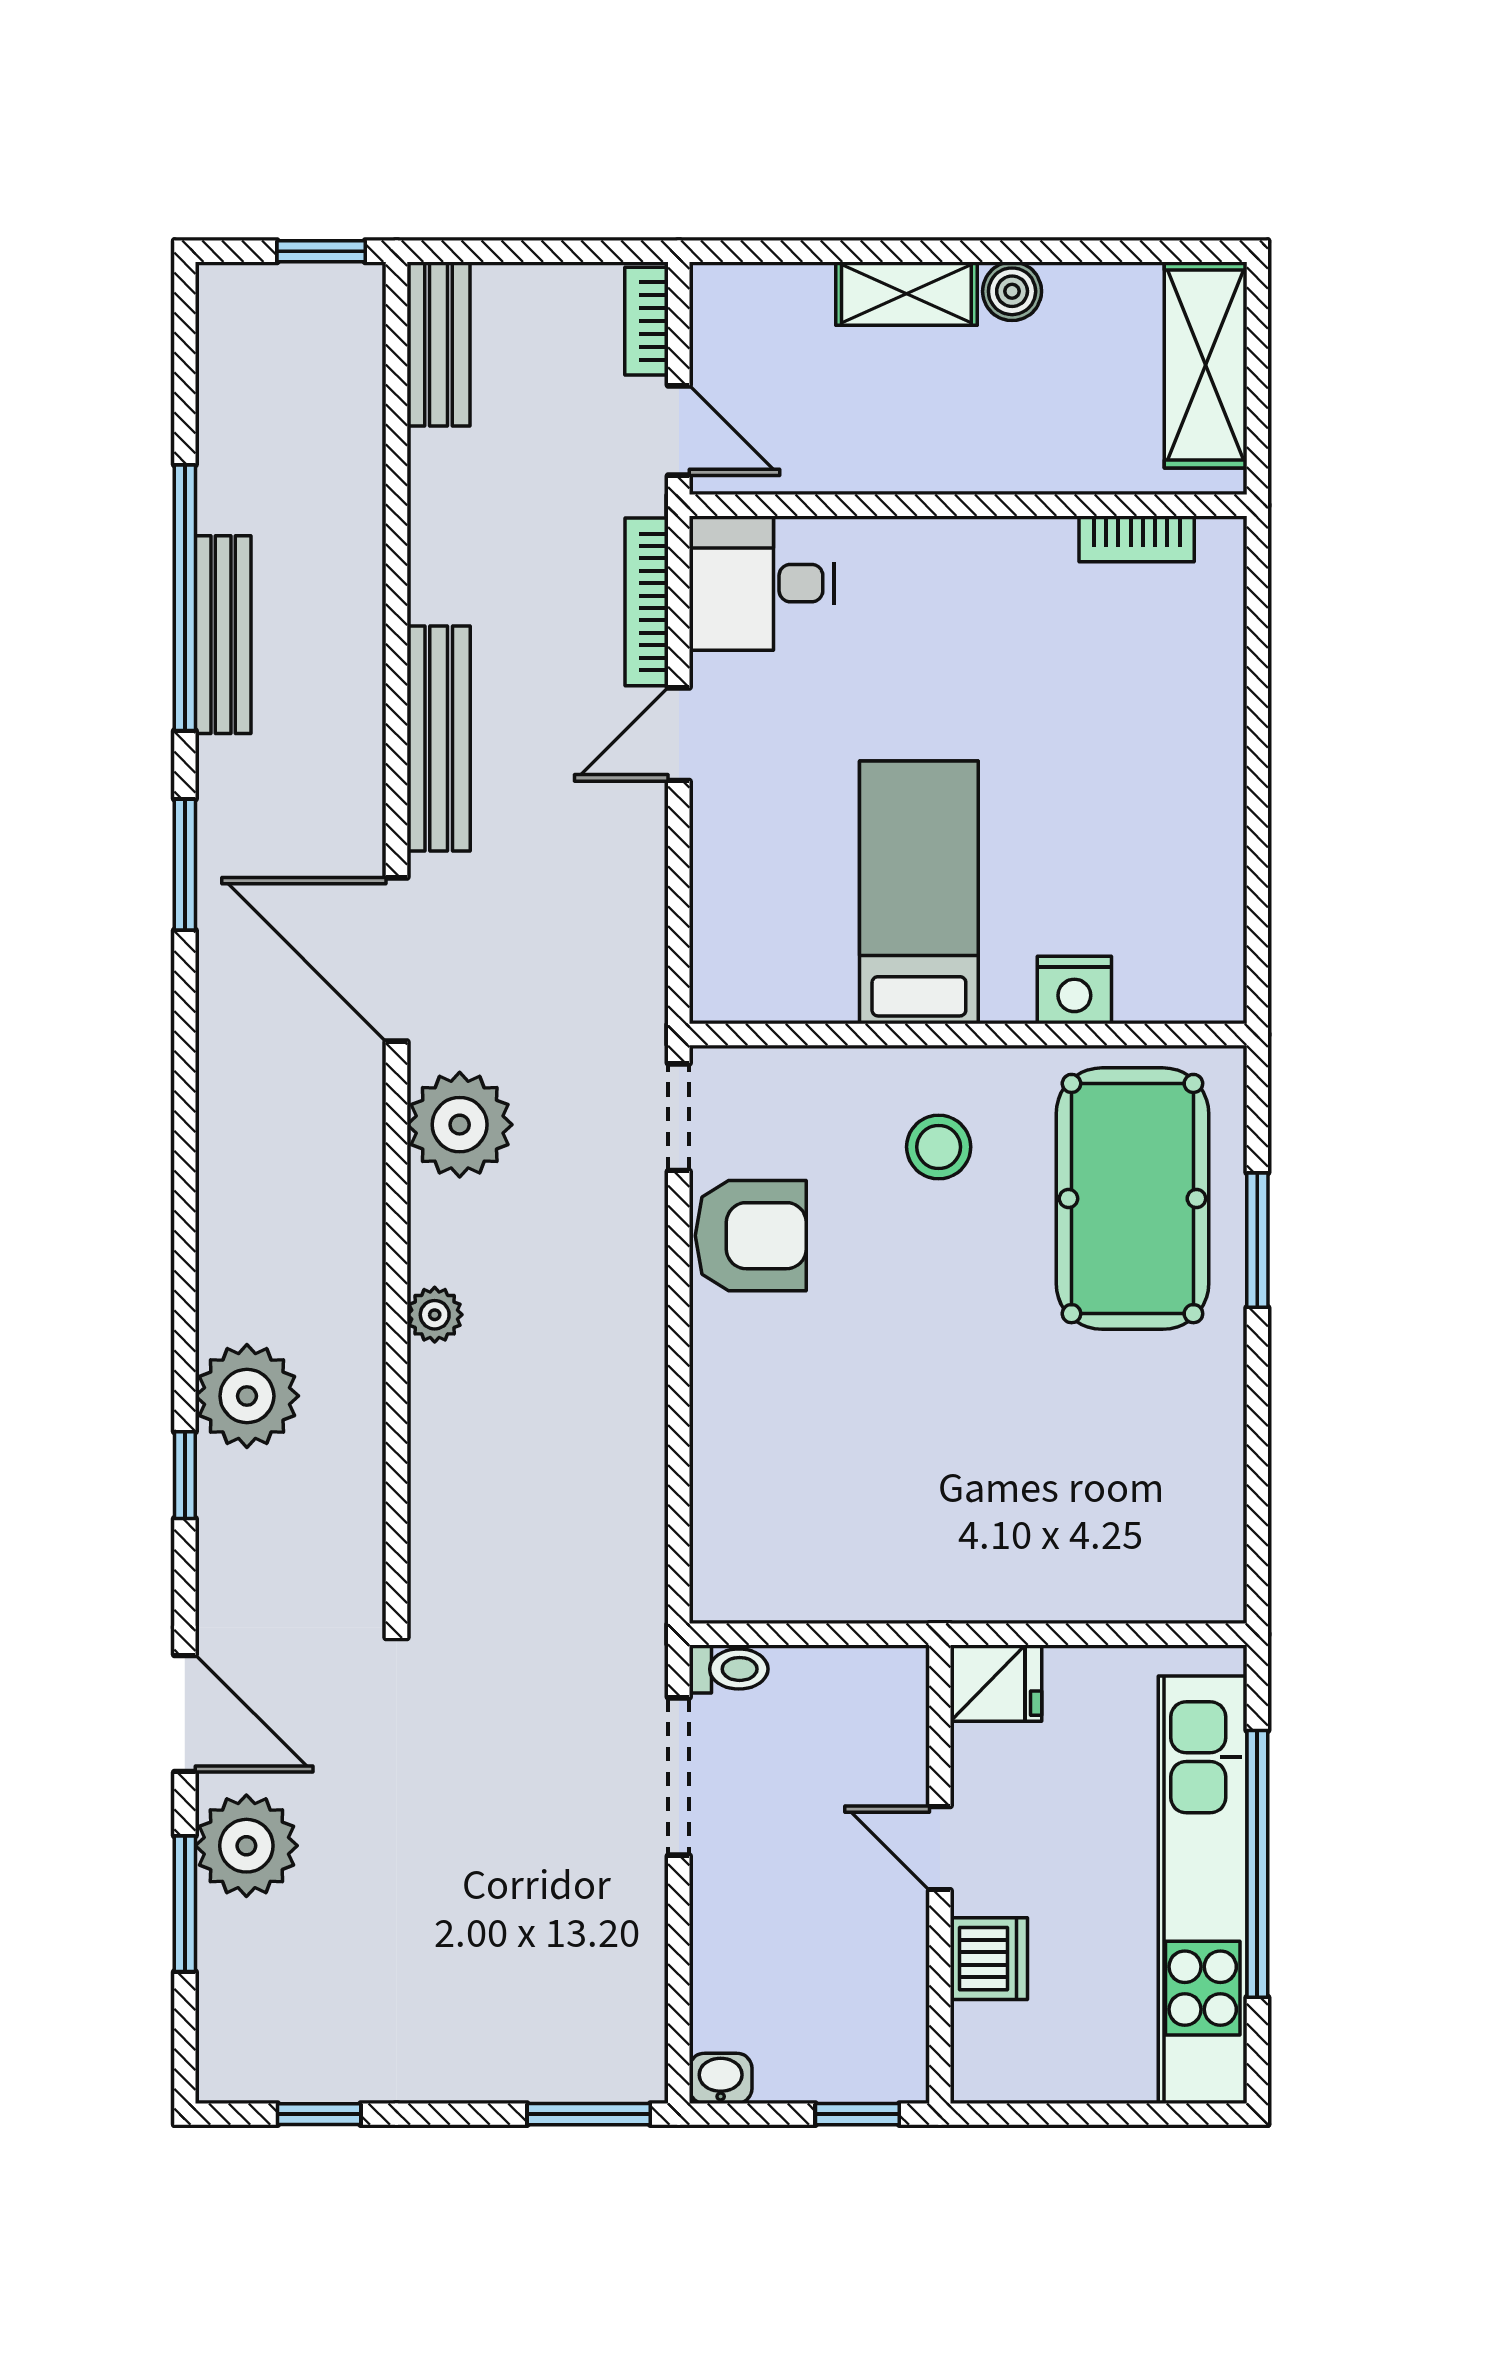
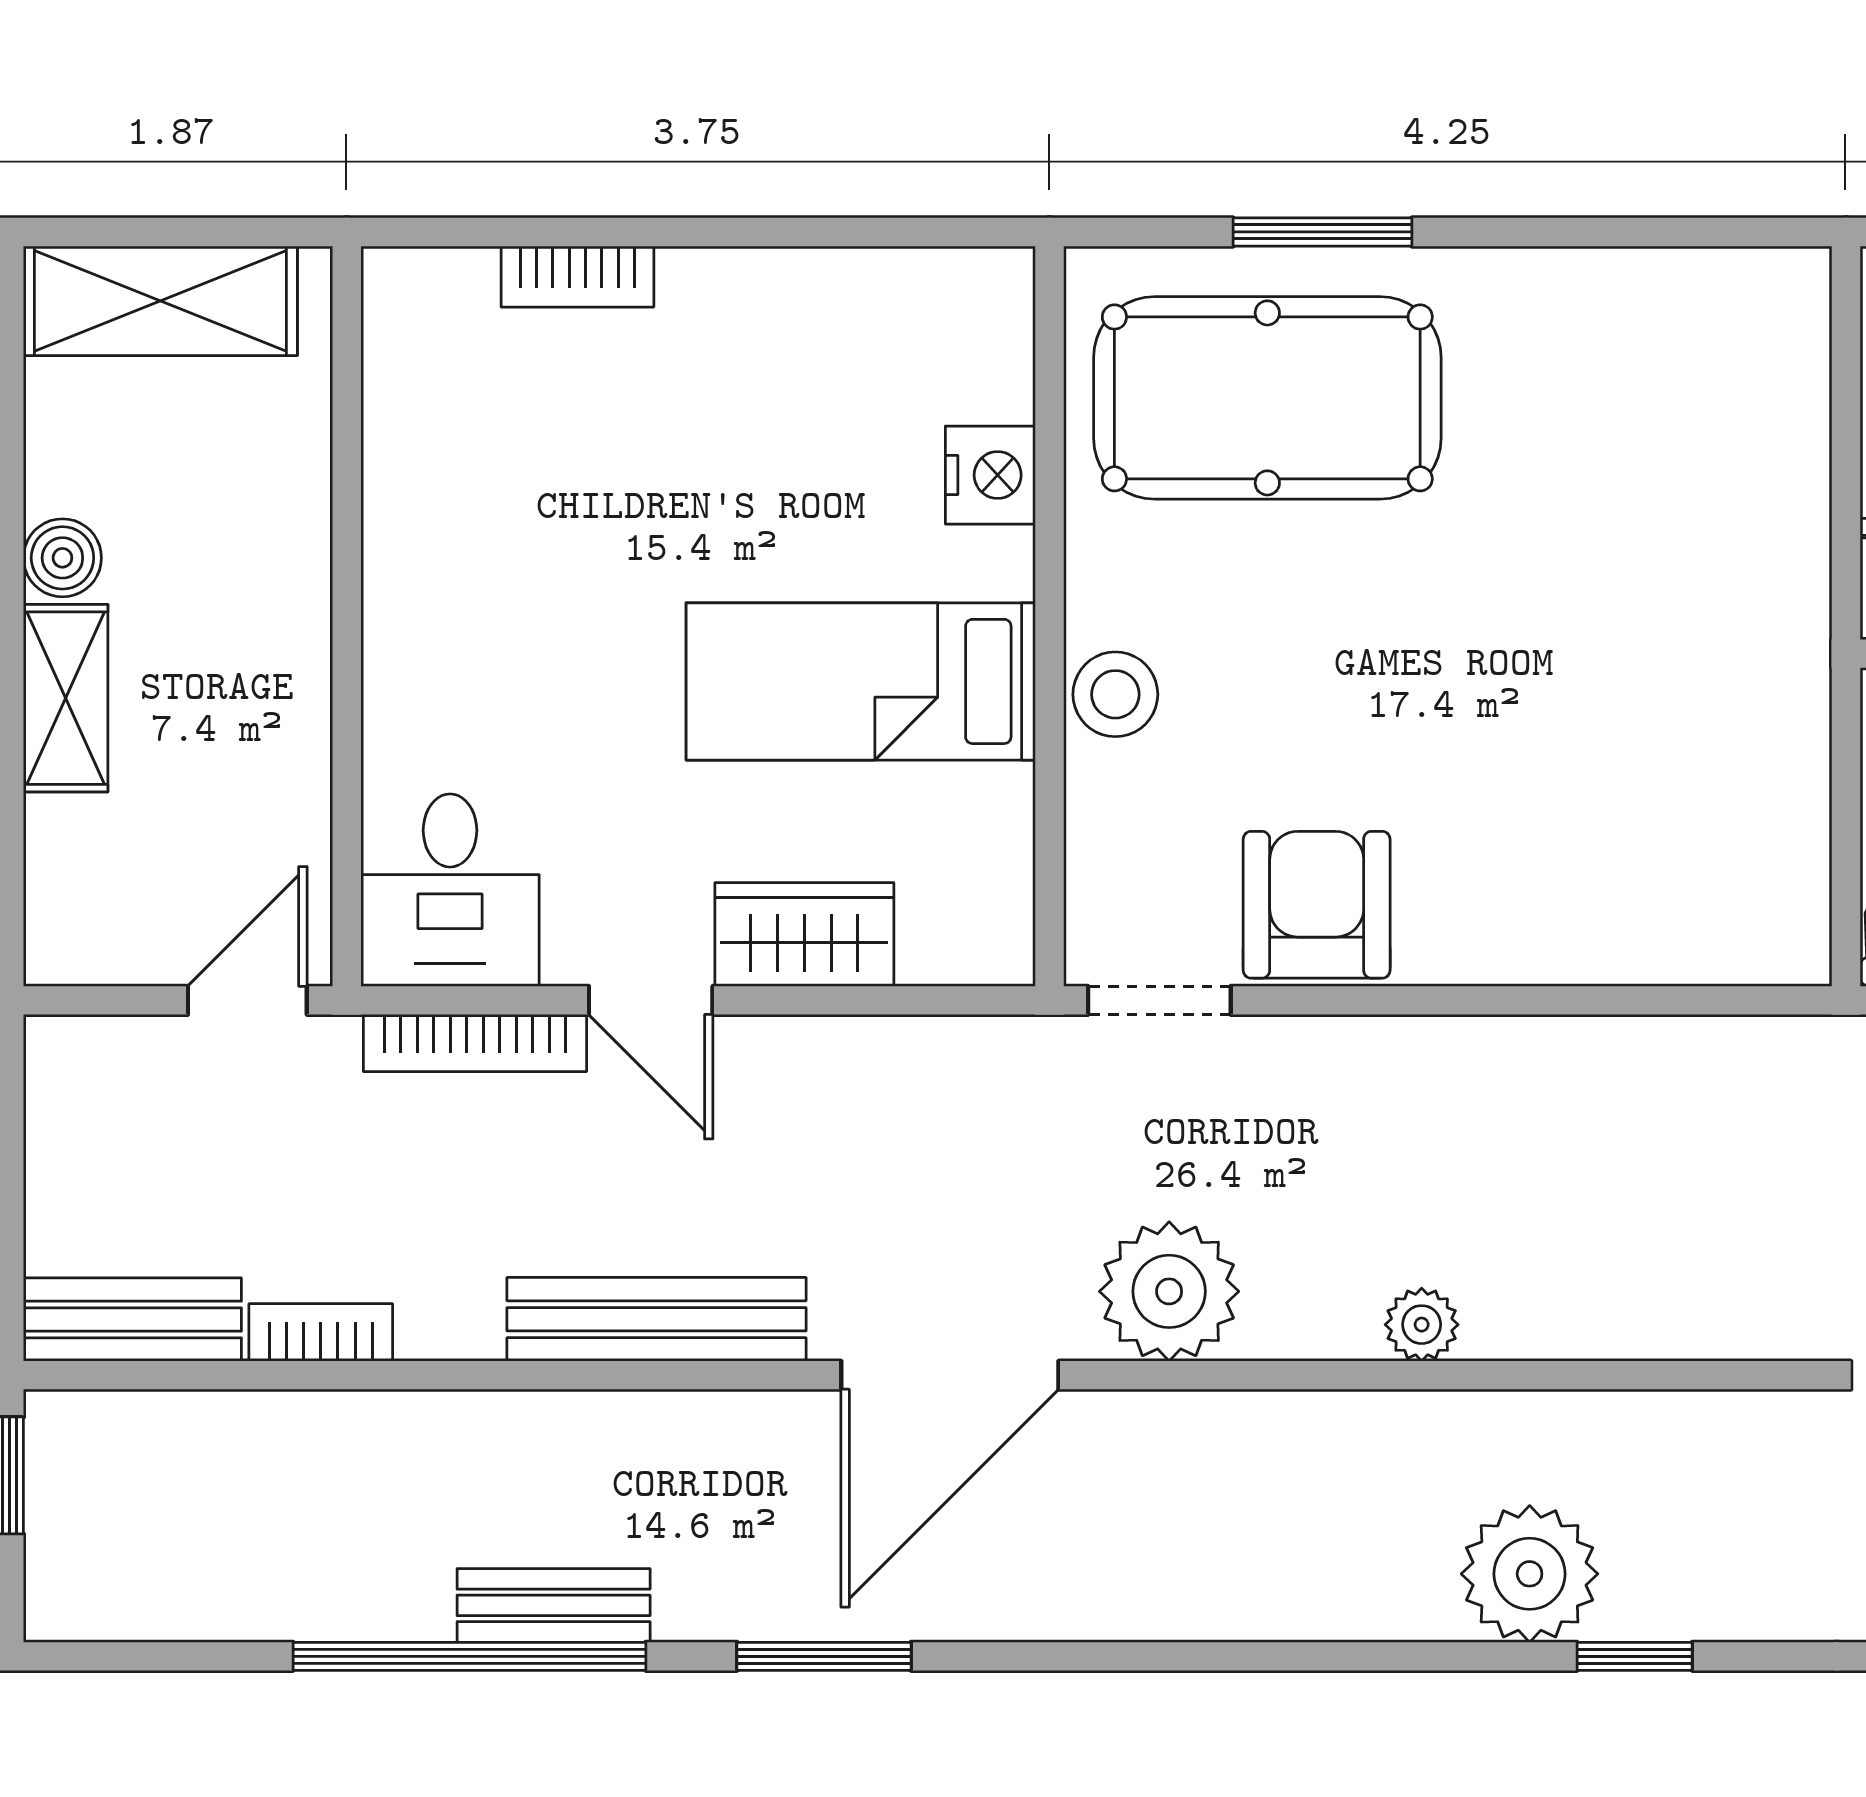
bookcase: (647, 321) -> (321, 1332), moved, turned 180
bookcase: (1137, 539) -> (577, 277), moved, turned 90
bench: (223, 635) -> (554, 1605), width x0.73
wardrobe: (728, 850) -> (804, 934), added
stool: (939, 1147) -> (1115, 694), moved

